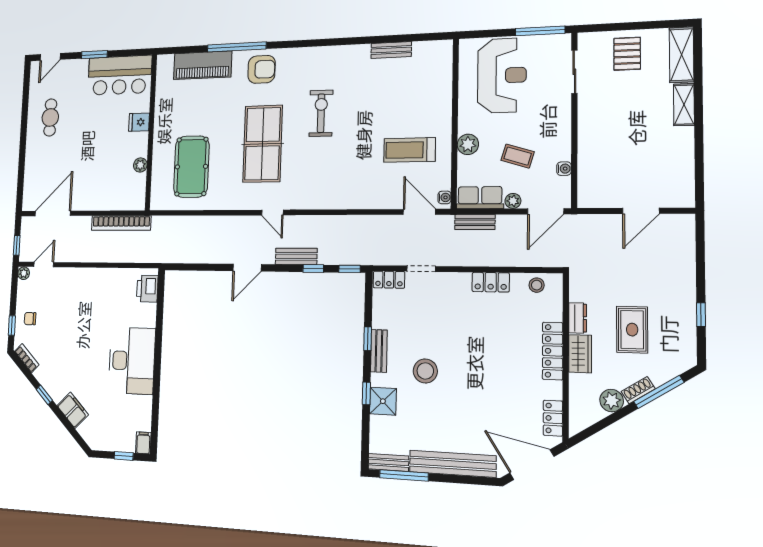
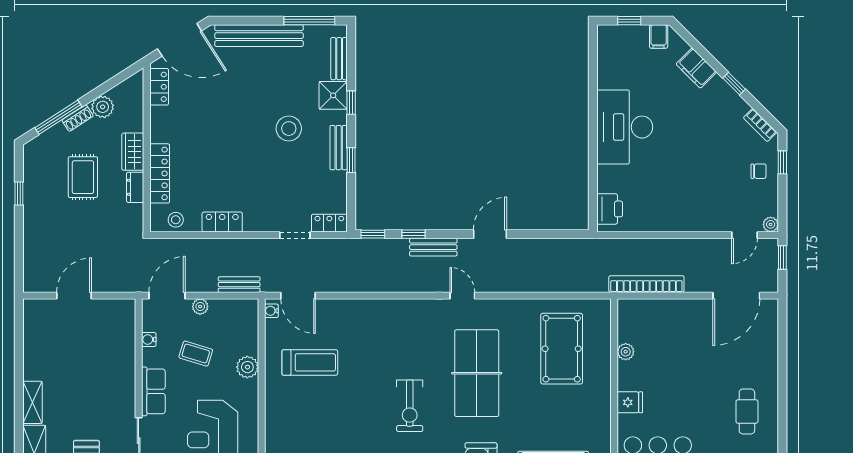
row of seats: (480, 198) -> (153, 391), moved, turned -90
locker: (553, 351) -> (160, 173), moved
filing cabinet: (143, 443) -> (659, 36), moved
bench: (388, 462) -> (339, 59), moved, turned 90

